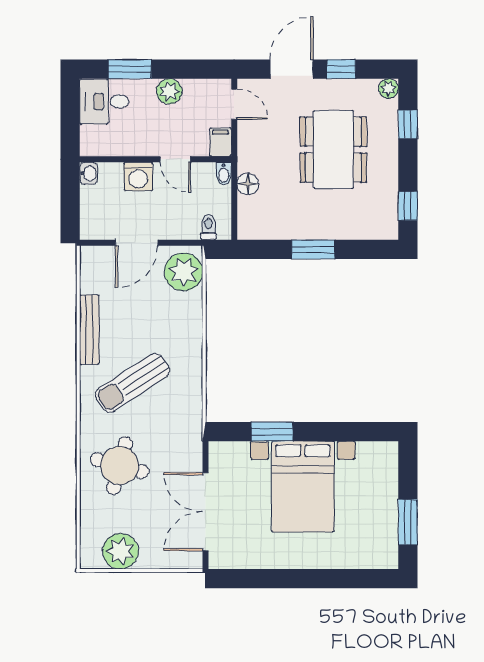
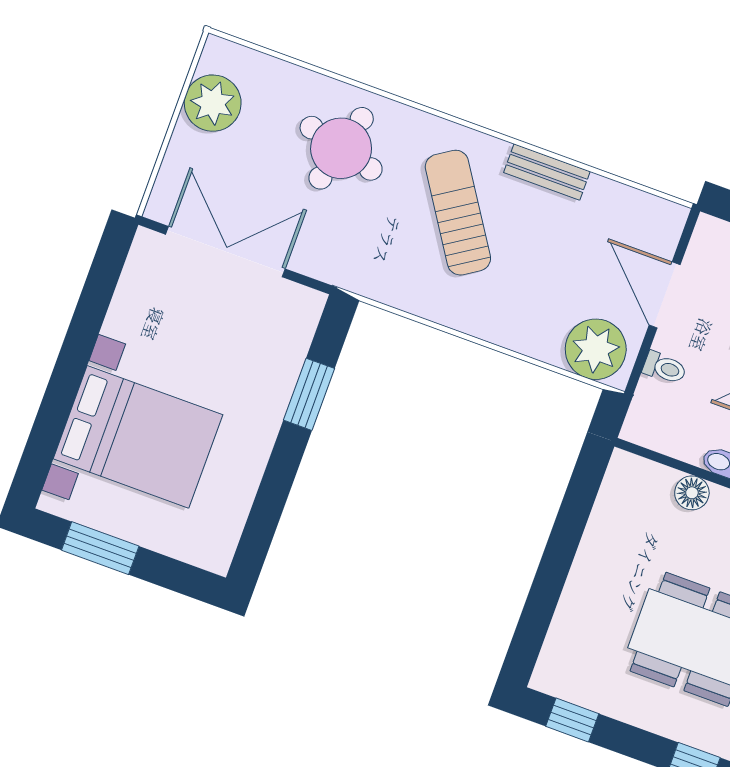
toilet: (209, 227) -> (665, 368), moved
window: (313, 249) -> (559, 555), removed
bench: (89, 330) -> (547, 172), width x0.73
bed with nightstands: (303, 487) -> (138, 437), moved, turned 180

